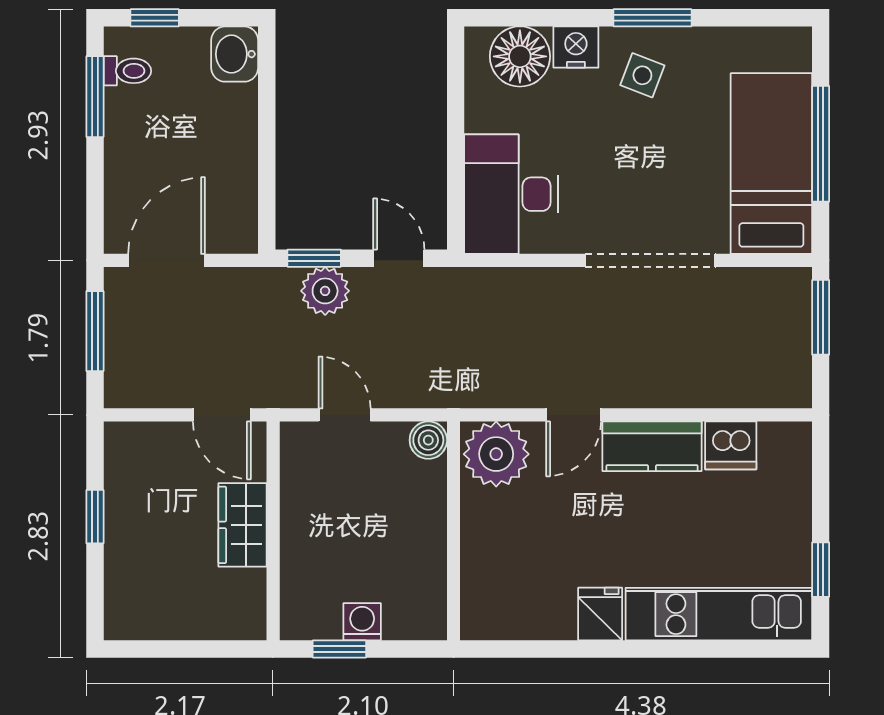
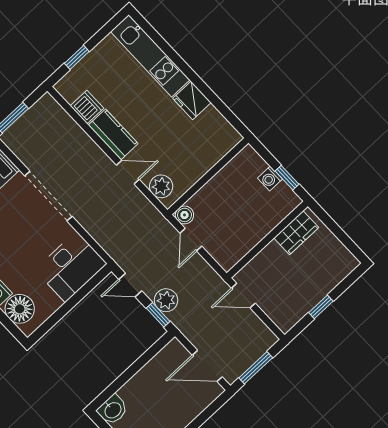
door: (399, 258) -> (130, 285), hinge flipped
door: (222, 415) -> (243, 296), swing flipped
door: (345, 415) -> (191, 240), moved
plant: (496, 454) -> (161, 186), width x0.73, depth x0.73
wardrobe: (243, 525) -> (296, 233), moved
window: (821, 570) -> (77, 57), moved
fridge: (600, 614) -> (192, 100), width x1.38

